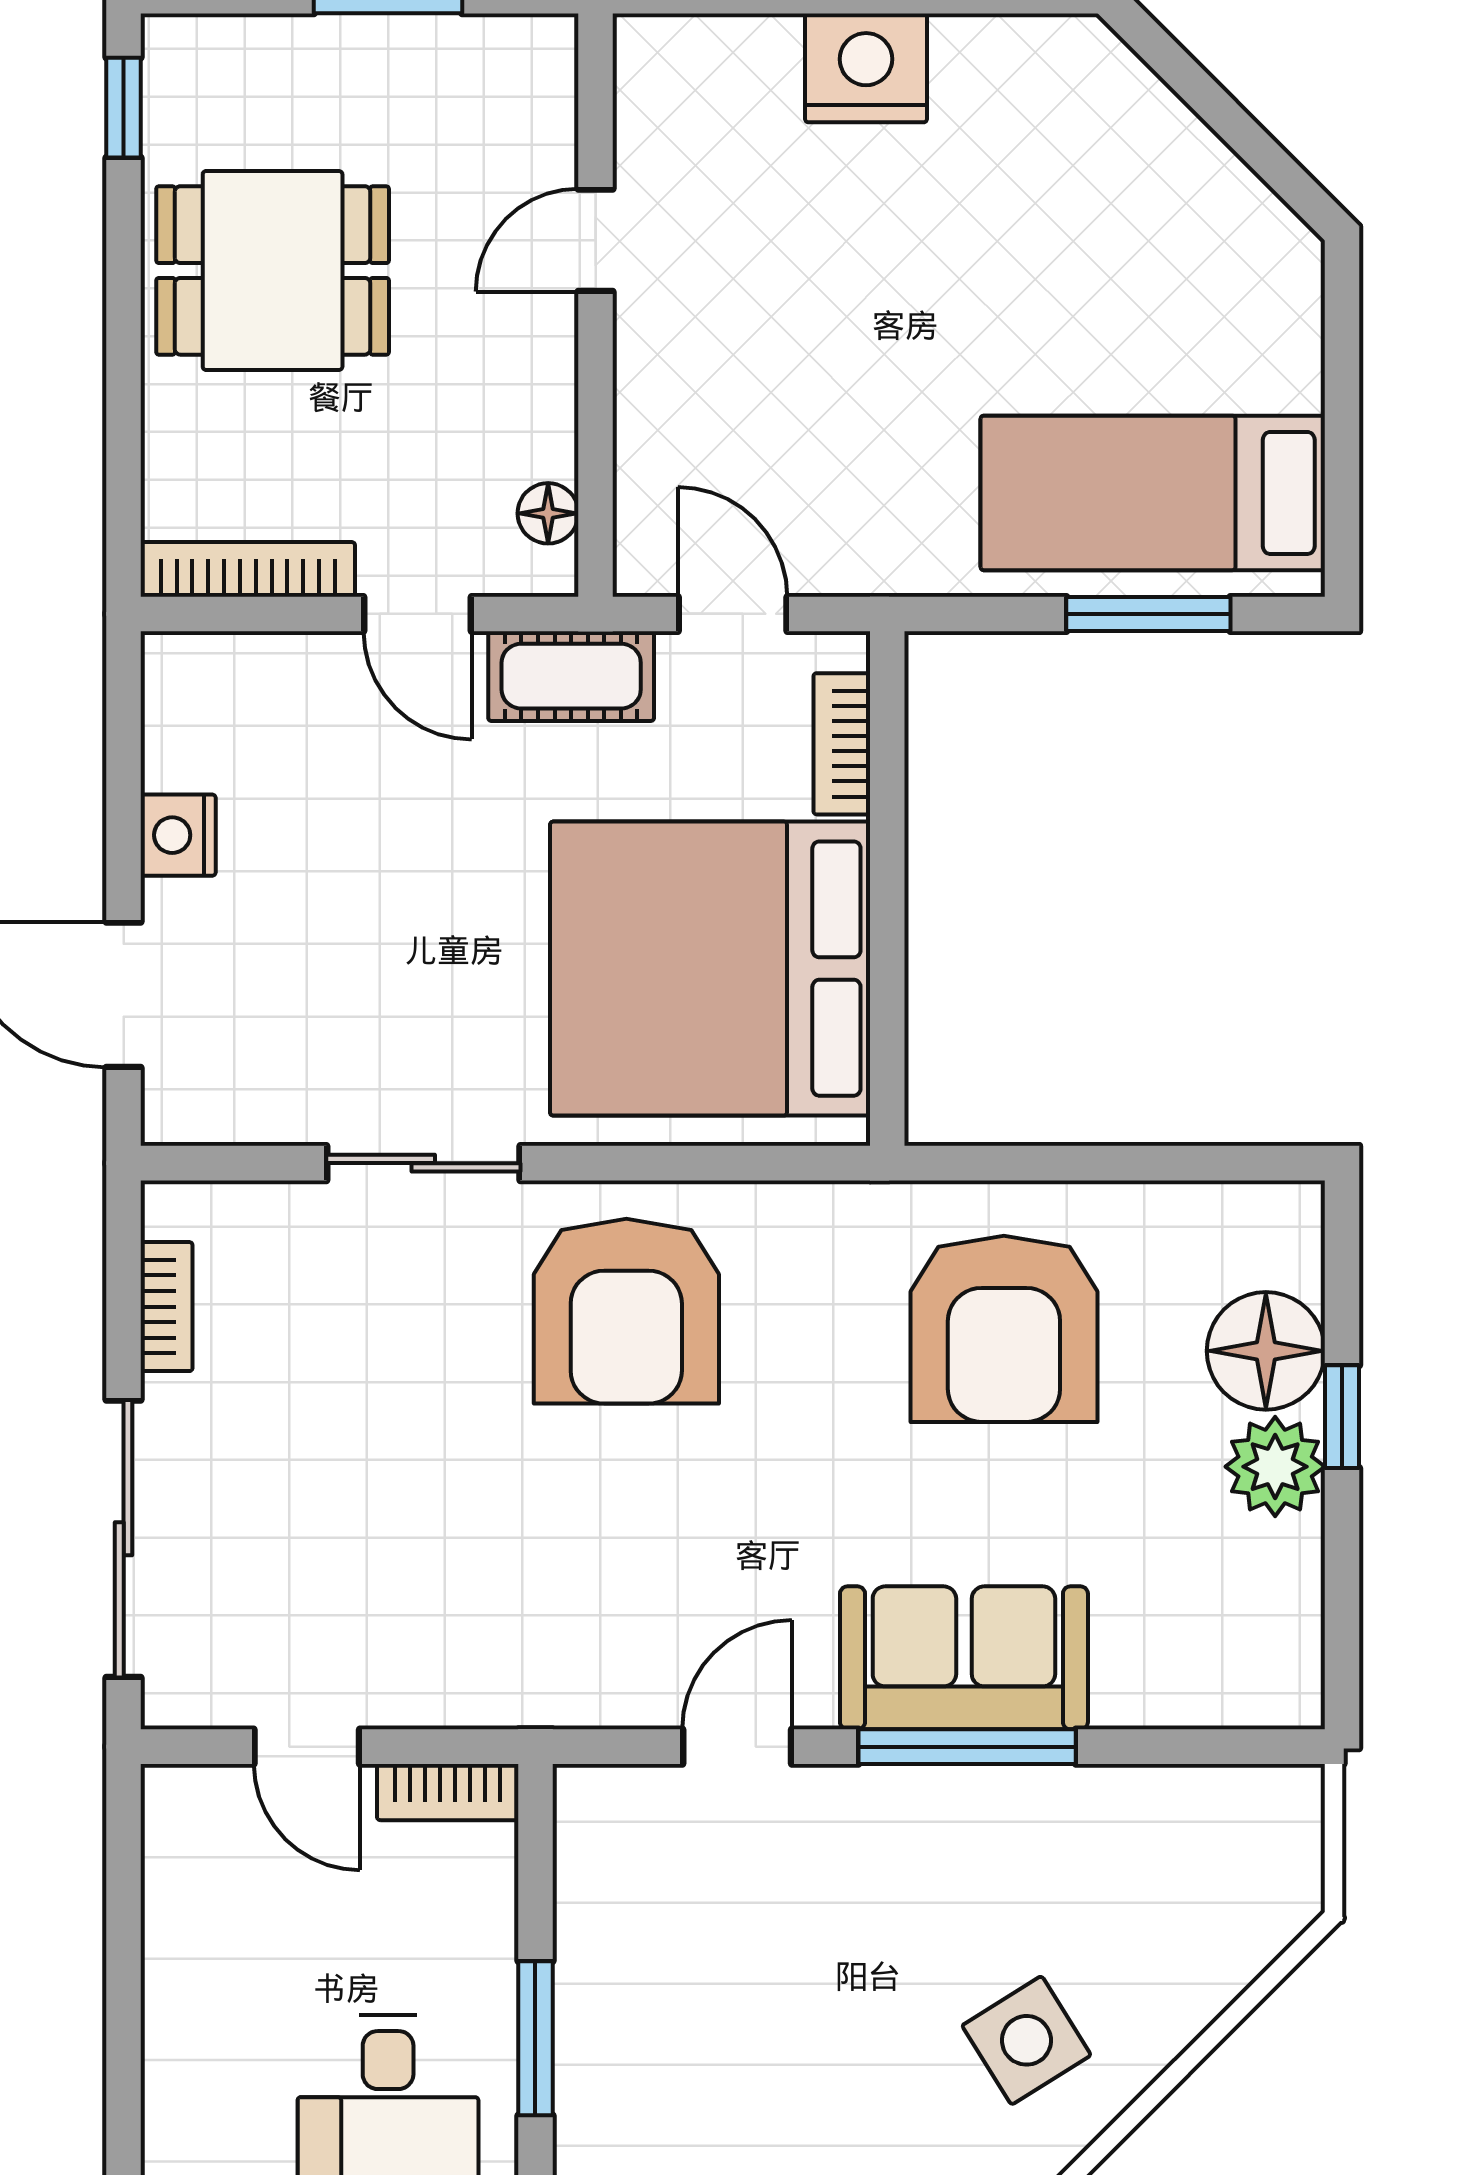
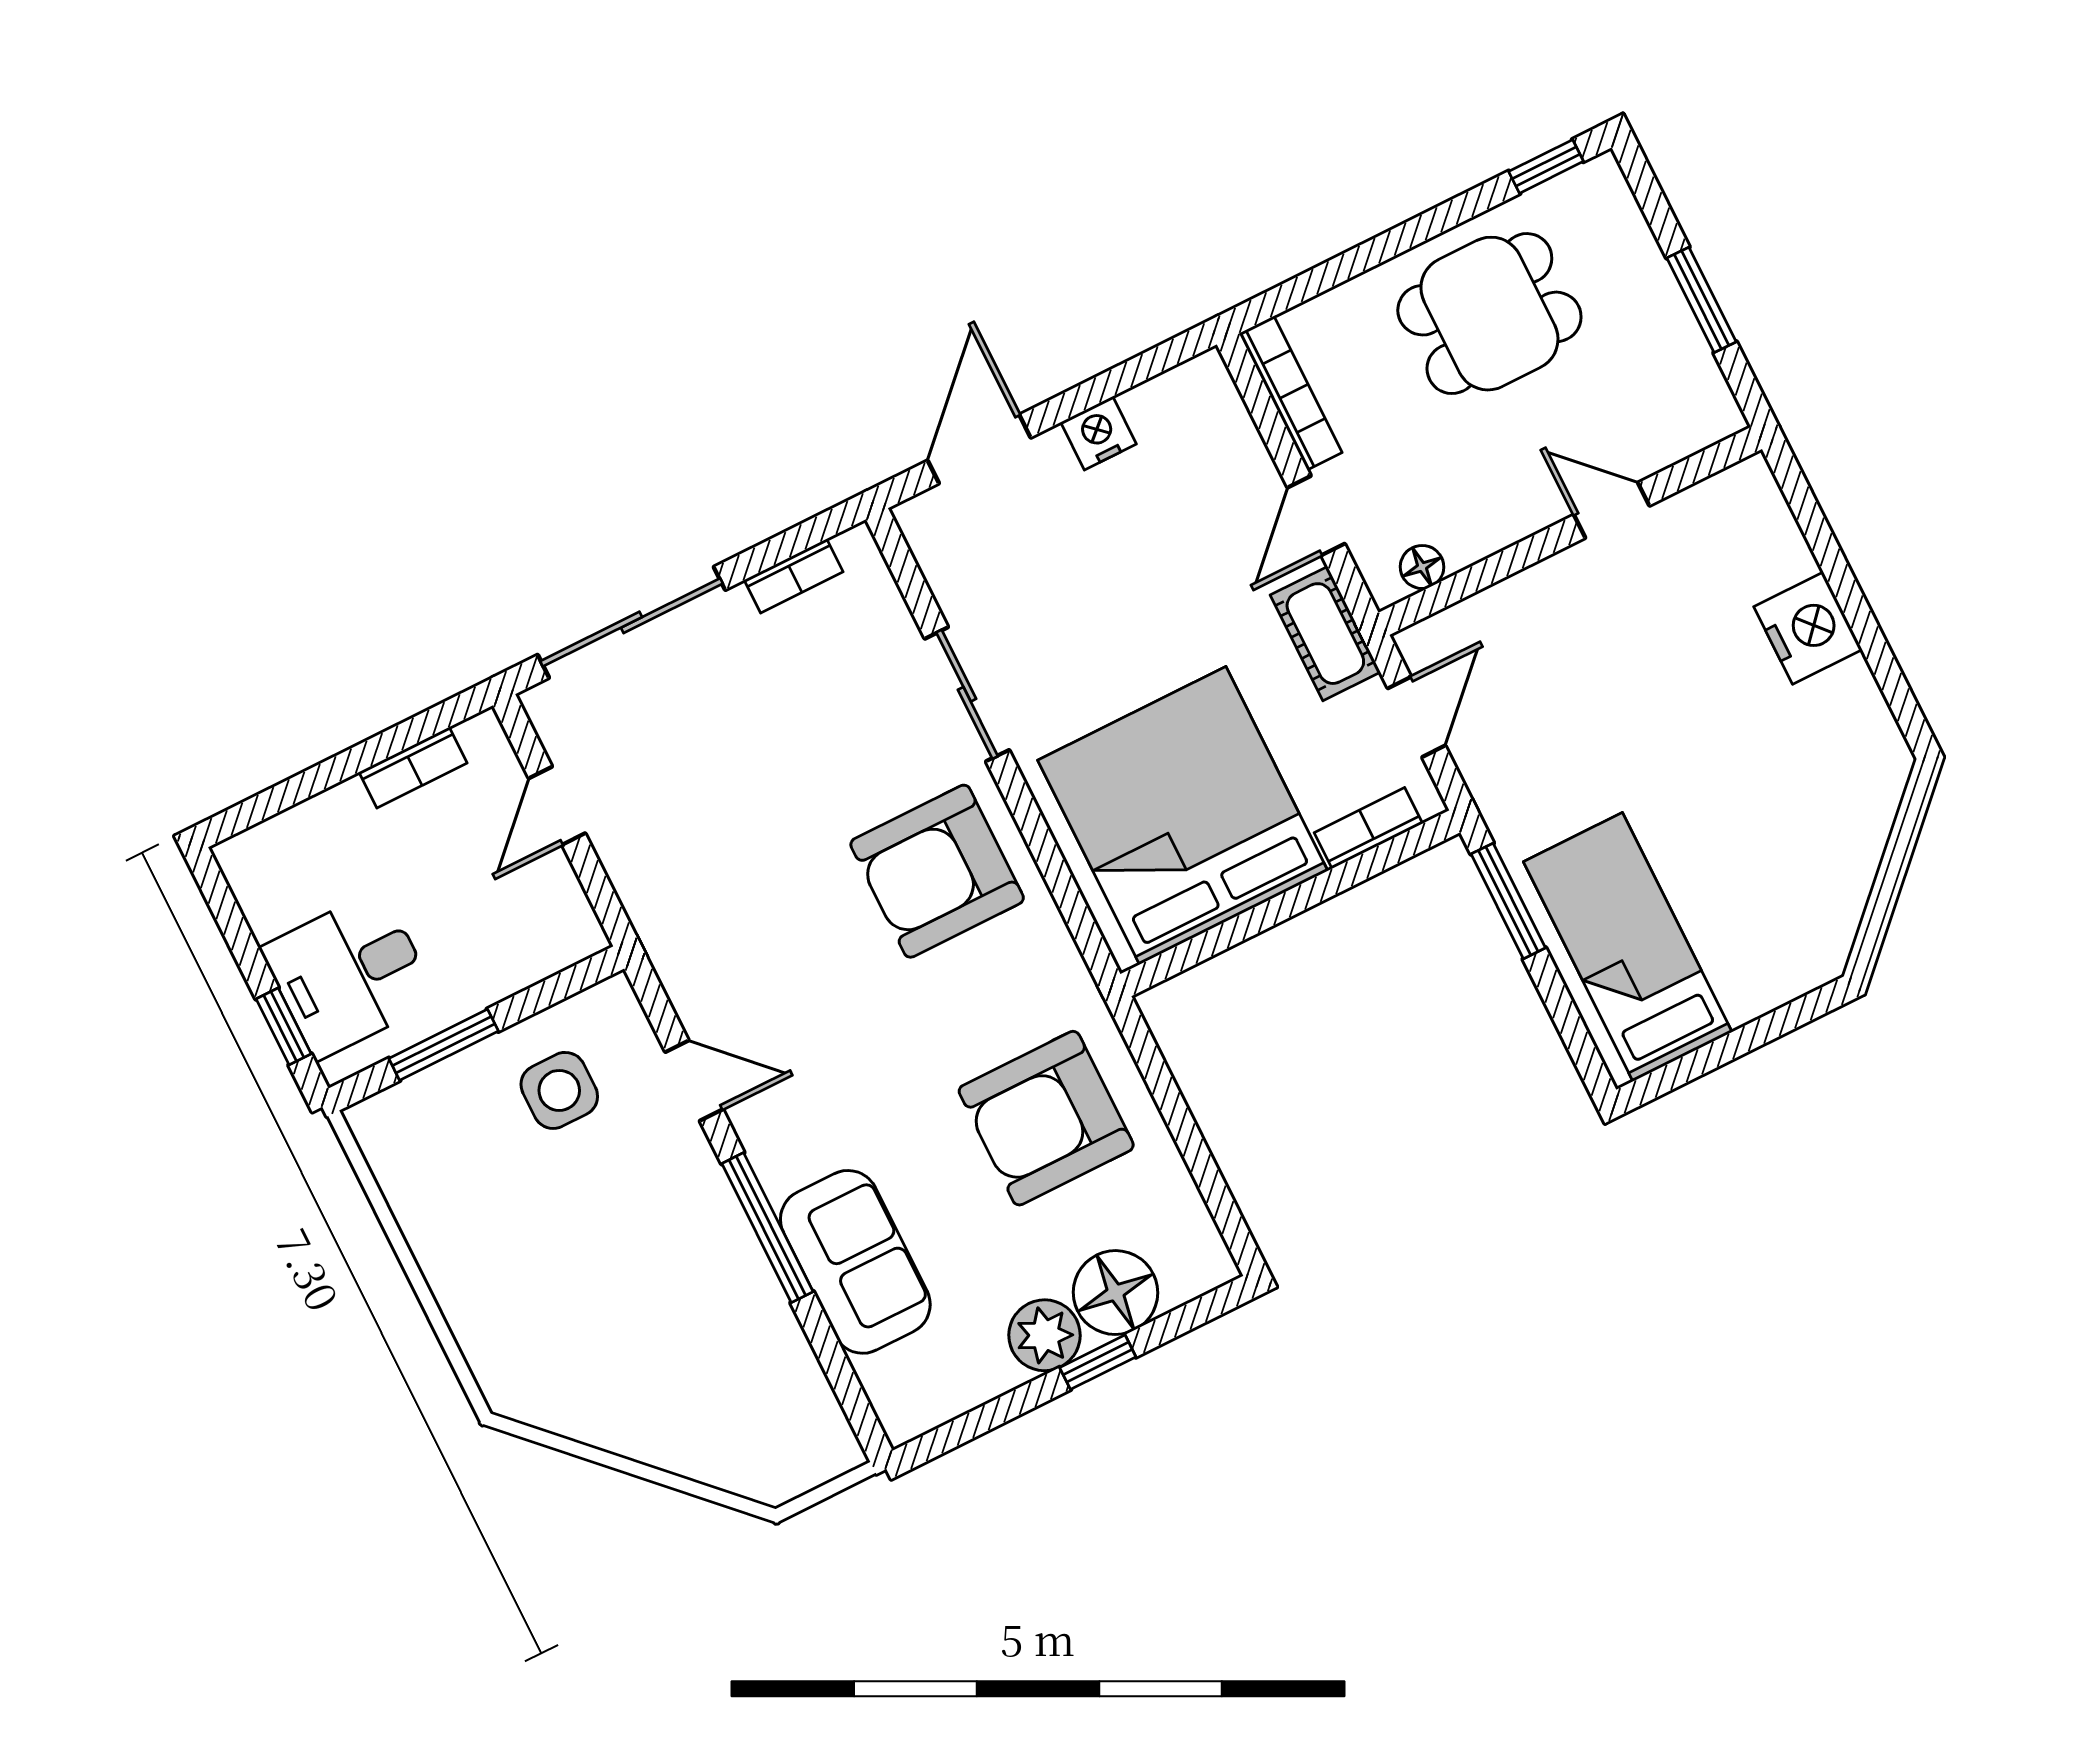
dining table: (273, 270) -> (1489, 314), turned 90
window: (1148, 614) -> (1508, 901), moved
sofa: (964, 1658) -> (855, 1262), moved
bookcase: (448, 1792) -> (413, 768), moved, turned -90
side table: (1026, 2040) -> (559, 1090), moved, turned 32

